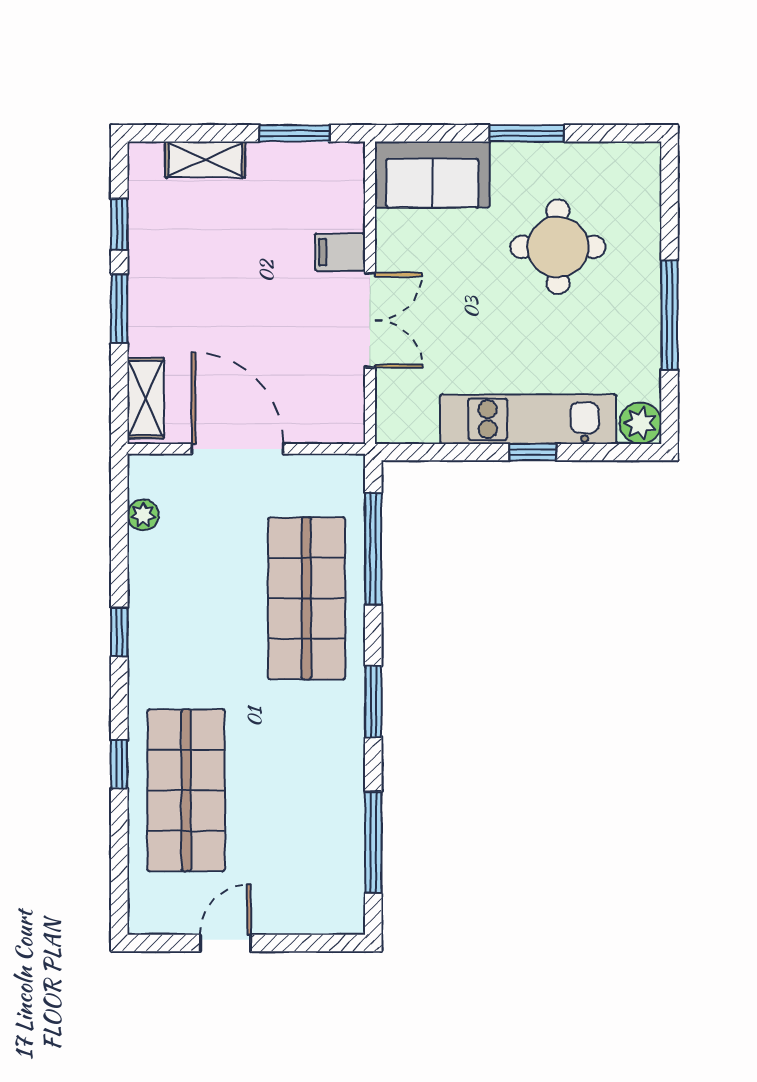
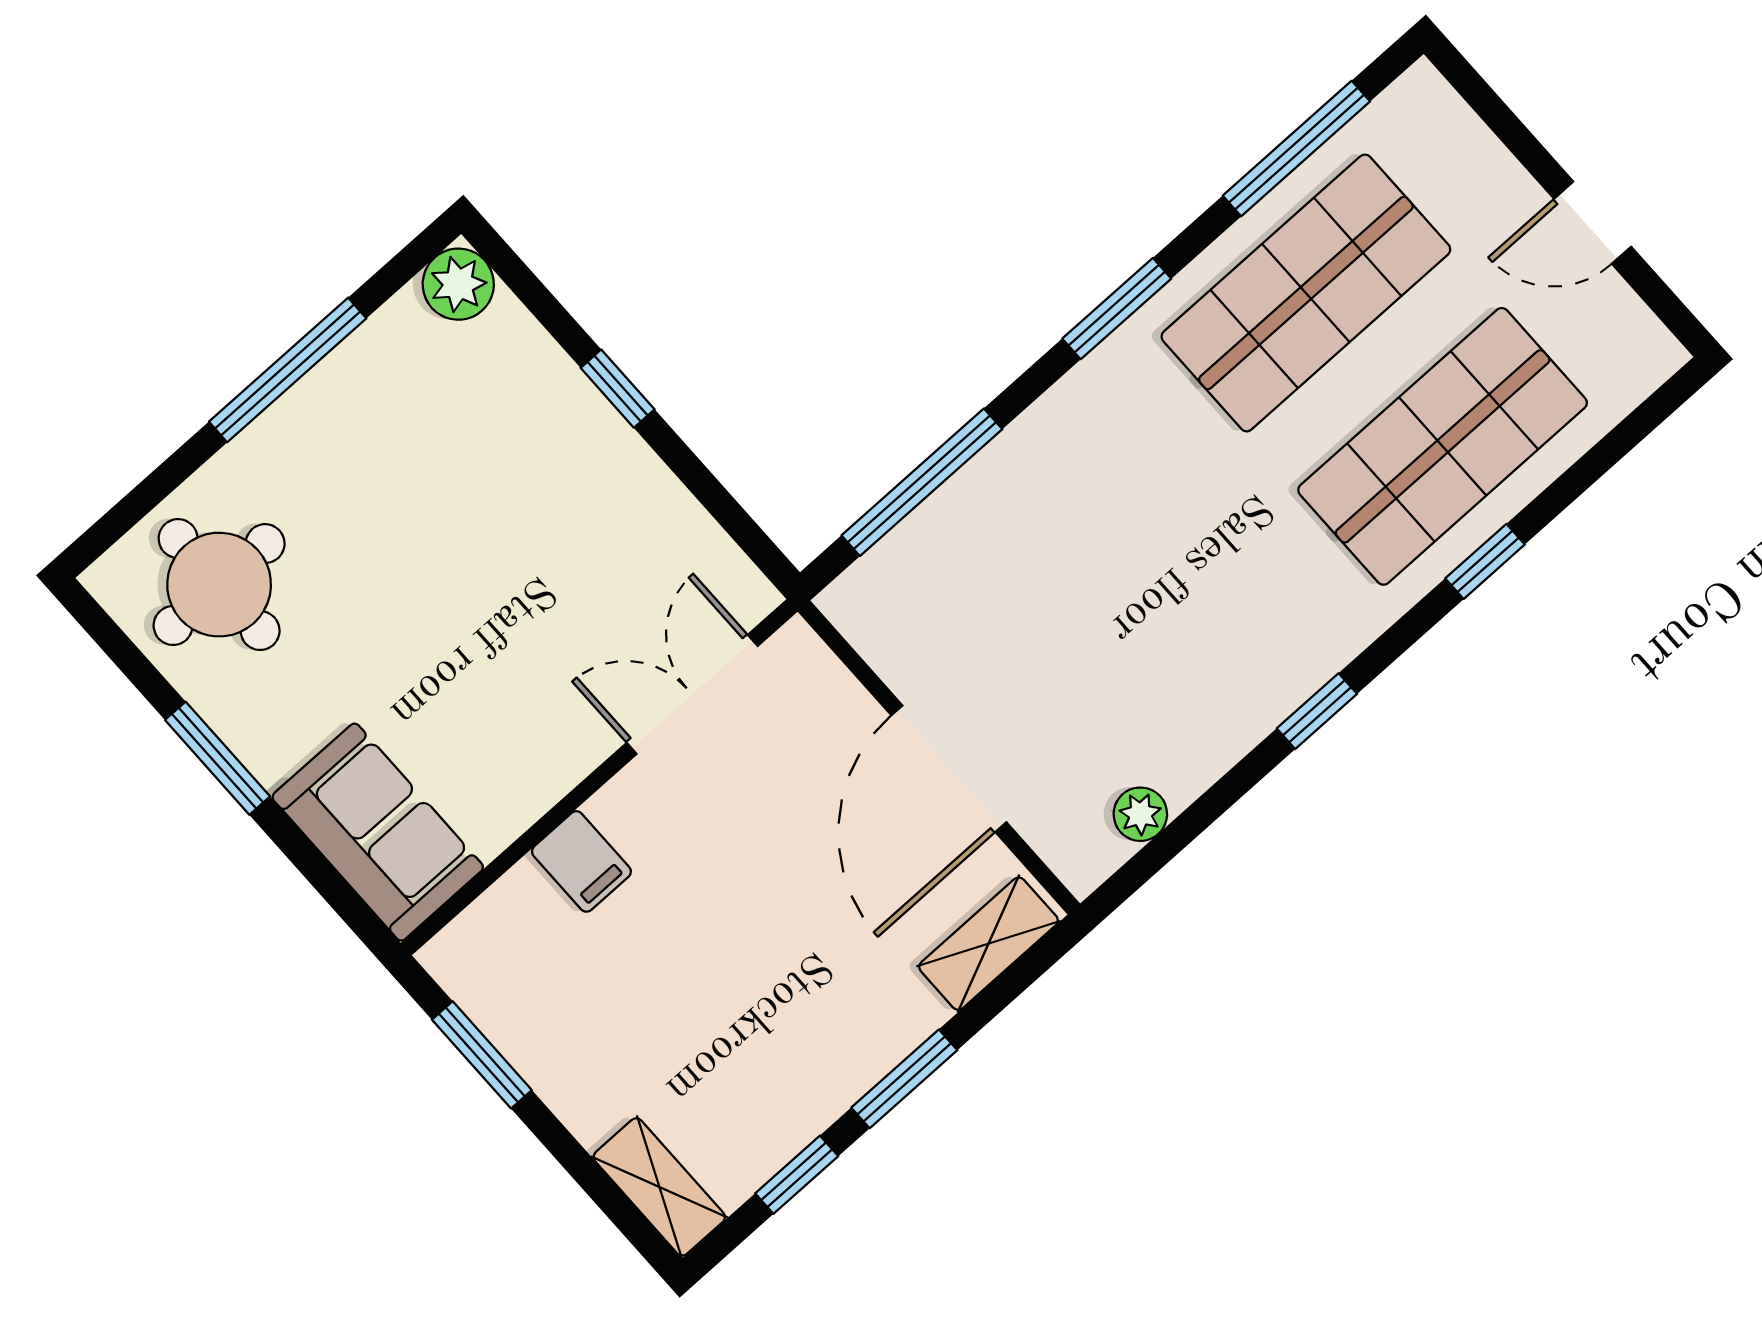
shelving: (205, 159) -> (659, 1187), moved
round table: (558, 247) -> (219, 585), moved
double door: (370, 320) -> (692, 694), moved
kitchen unit: (528, 419) -> (581, 432), removed
shop shelf: (306, 598) -> (1306, 293), moved

